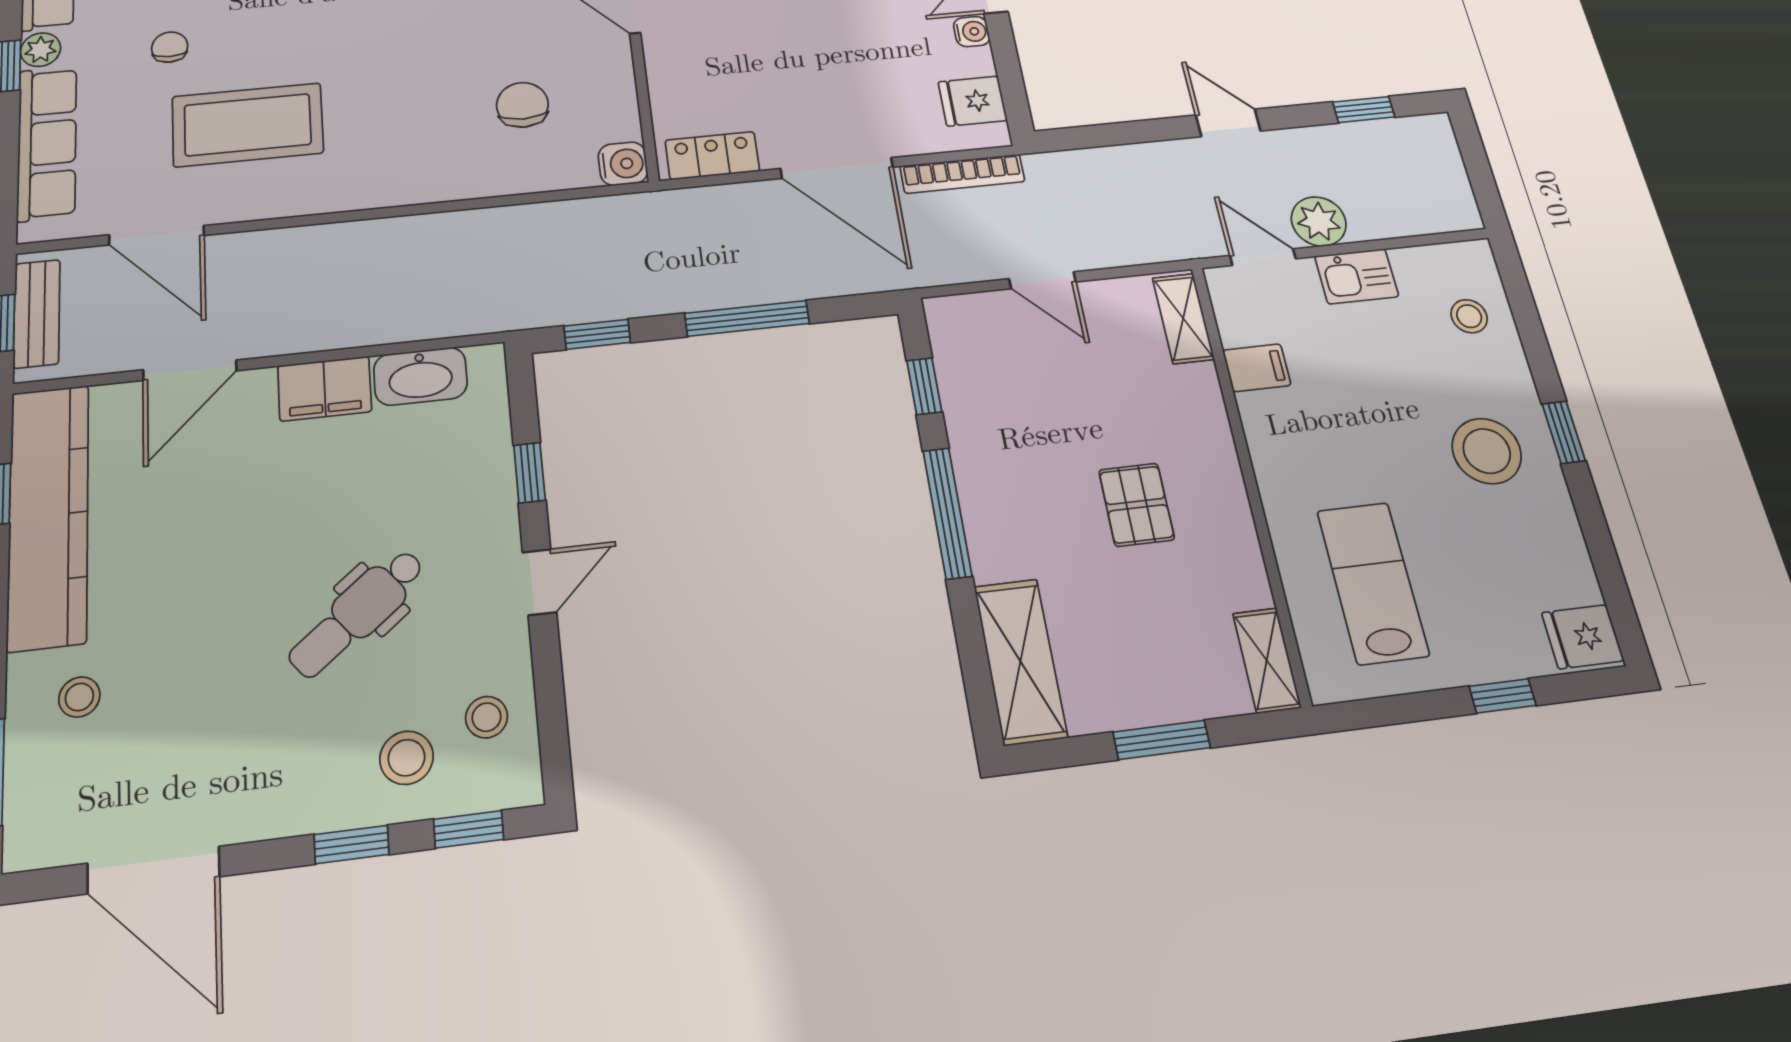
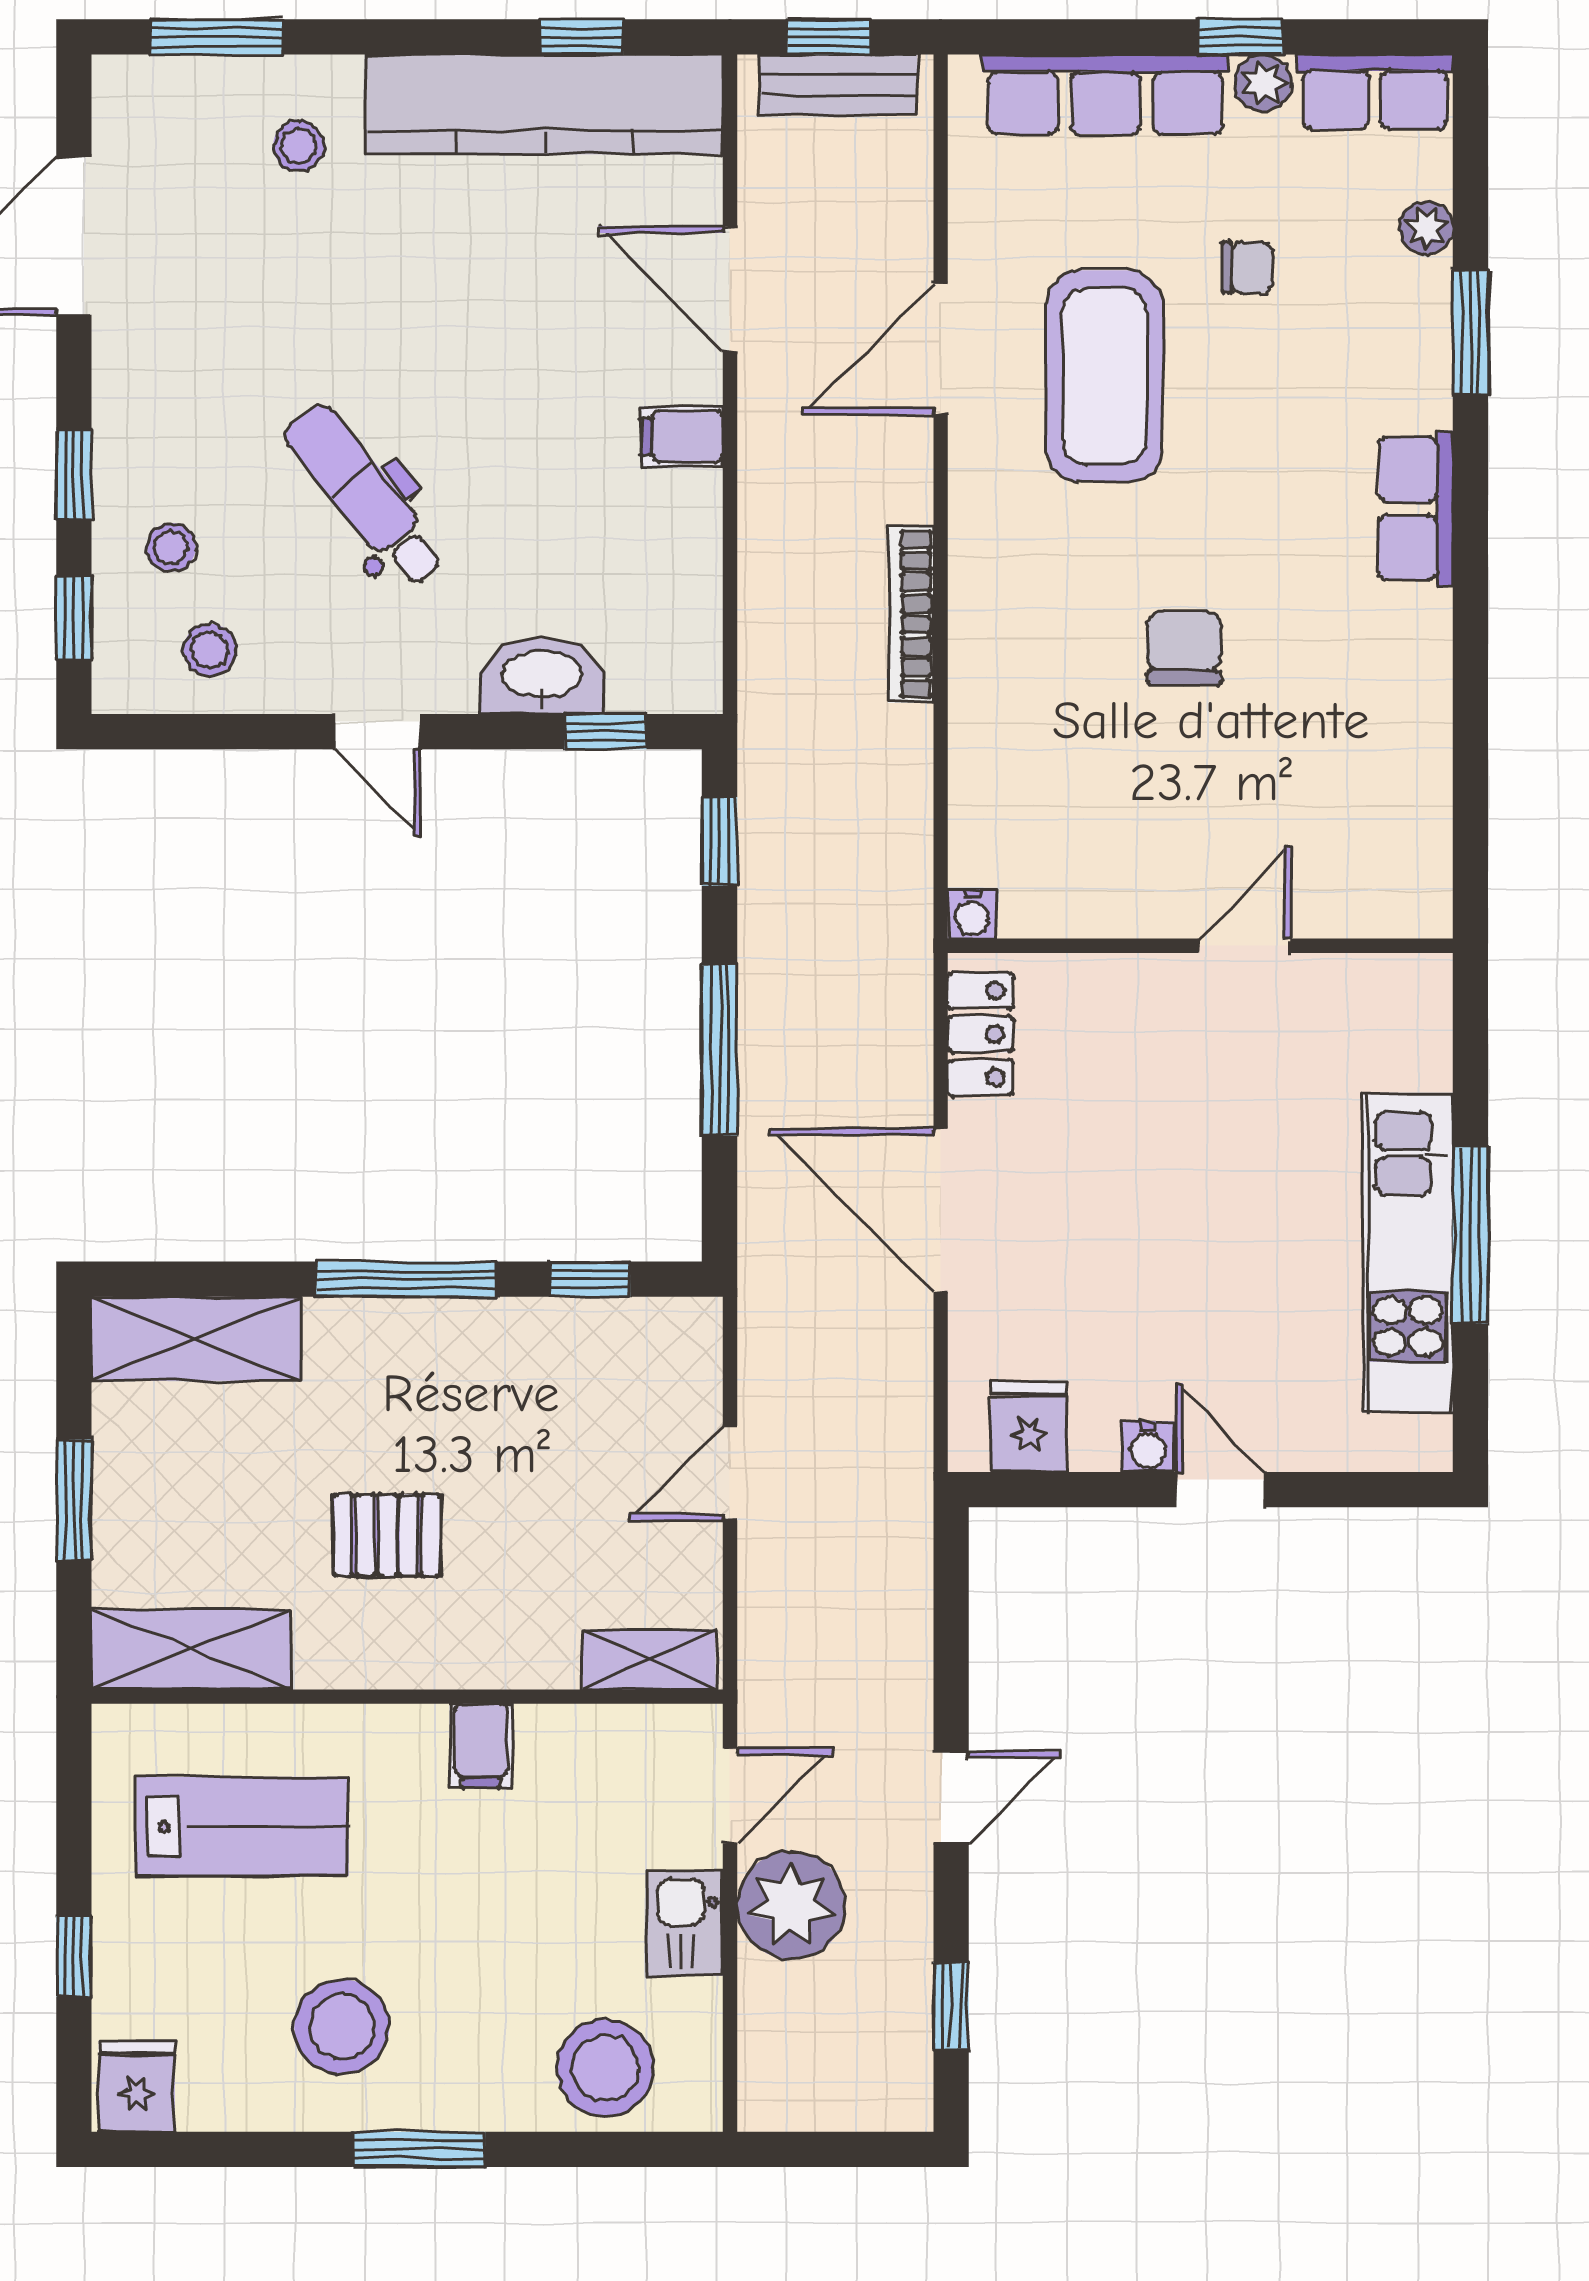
chair: (522, 105) -> (1184, 648), moved, turned -90
water cooler: (623, 164) -> (972, 914), width x0.72, depth x0.72
door: (837, 168) -> (941, 1210), hinge flipped
bookcase: (962, 174) -> (911, 614), moved
plant: (1319, 221) -> (791, 1905), width x1.36, depth x1.36
door: (157, 235) -> (941, 349), moved
stool: (1469, 316) -> (605, 2068), width x1.89, depth x1.89
filing cabinet: (1257, 368) -> (481, 1746), moved
washbasin: (420, 376) -> (542, 676), moved, turned 90
filing cabinet: (325, 389) -> (682, 437), width x0.50
window: (1564, 432) -> (419, 2149), width x1.50
stool: (1487, 451) -> (342, 2027), moved
window: (529, 473) -> (605, 732), moved
shelving: (1267, 660) -> (191, 1650), width x1.50, depth x1.33
stool: (407, 758) -> (171, 547), width x0.73, depth x0.73

